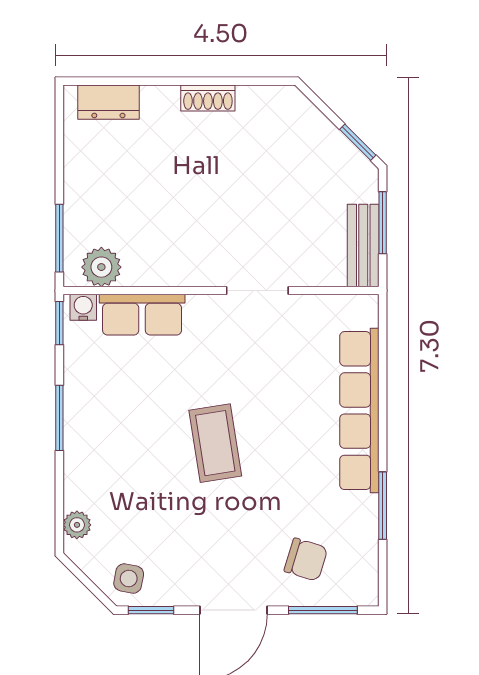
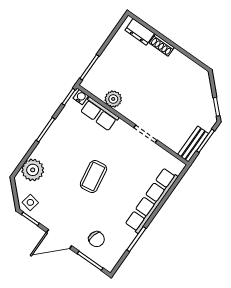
shoe rack: (208, 98) -> (162, 45), moved
plant: (101, 267) -> (113, 99), moved
plant: (77, 525) -> (33, 170), width x1.87, depth x1.87

